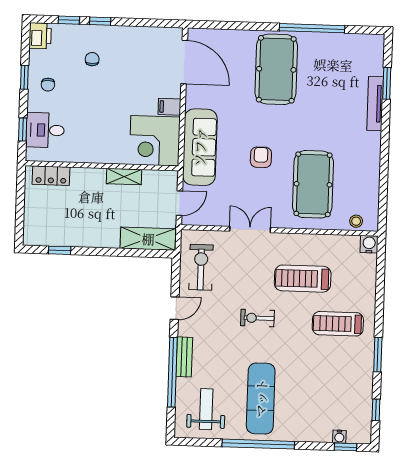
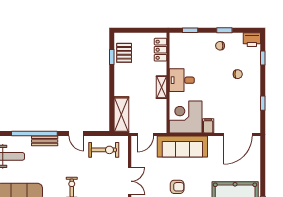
window: (100, 21) -> (263, 103), moved
desk: (45, 130) -> (182, 80), moved, turned -90
shelving: (124, 177) -> (161, 87), moved
door: (180, 203) -> (145, 134), hinge flipped
pallet: (54, 231) -> (124, 53), added

